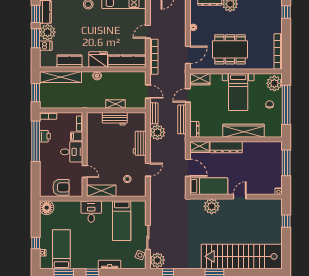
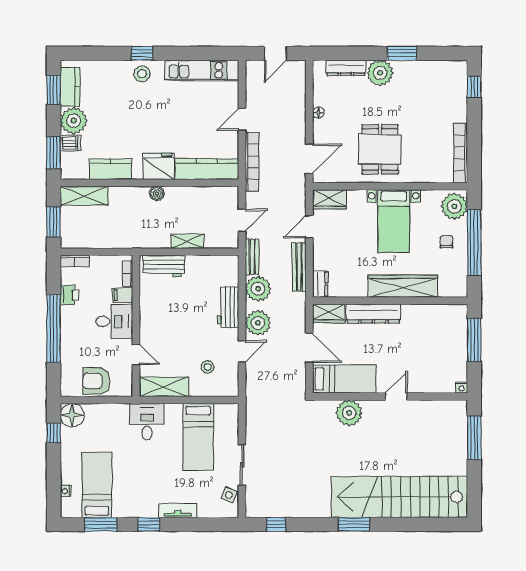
window: (36, 38) -> (54, 153), moved
dining table: (230, 49) -> (380, 149), width x0.73
shelving: (60, 77) -> (84, 196), width x0.68
door: (148, 92) -> (242, 220), hinge flipped
workbench: (115, 119) -> (164, 266), moved
window: (36, 141) -> (54, 329), moved
armchair: (61, 187) -> (96, 381), turned 180
window: (286, 221) -> (474, 438), width x2.17
window: (36, 243) -> (54, 433), moved
plant: (157, 260) -> (258, 323), moved

